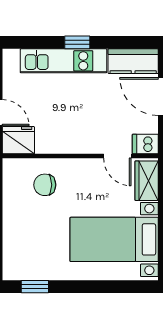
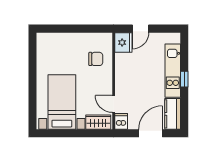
door: (117, 156) -> (114, 104), hinge flipped
chair: (45, 185) -> (96, 59), turned 90
window: (35, 287) -> (33, 53), removed

